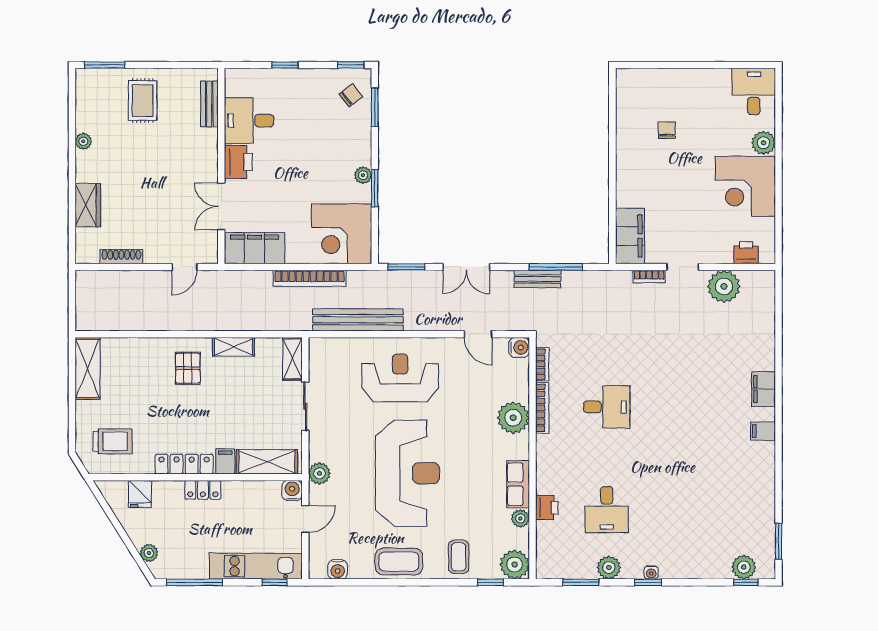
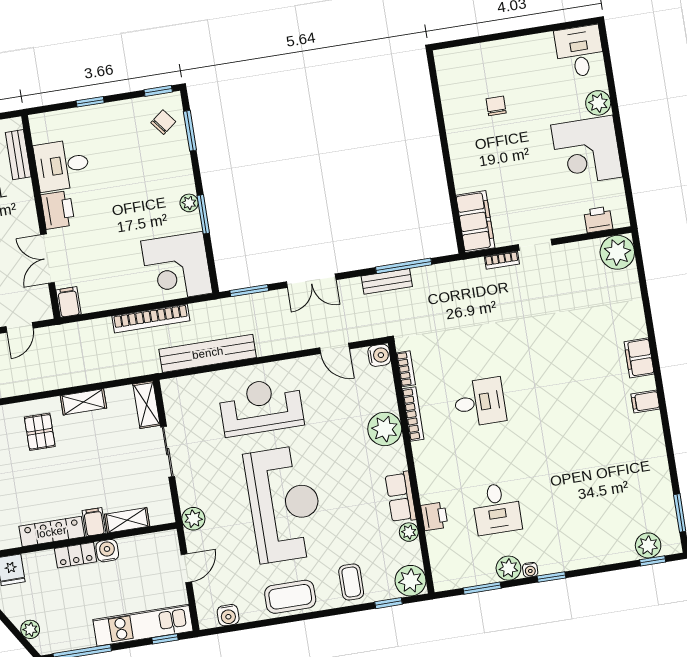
filing cabinet: (255, 248) -> (68, 302), width x0.33, depth x0.86
plant: (724, 286) -> (617, 252), moved
shelving: (267, 462) -> (127, 520), width x0.67, depth x0.75
water cooler: (292, 490) -> (107, 551), moved
water cooler: (651, 572) -> (530, 570), moved

